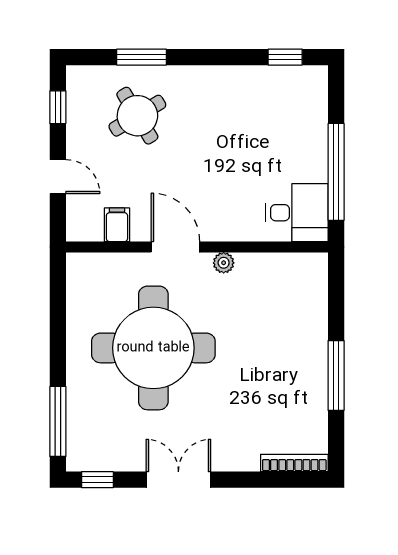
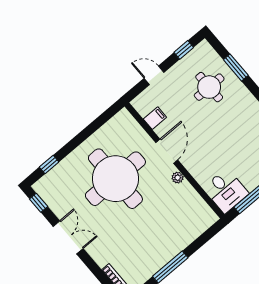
round table: (137, 116) -> (209, 87), turned 31
door: (58, 177) -> (154, 75), swing flipped
window: (58, 421) -> (49, 165), width x0.46

